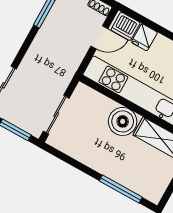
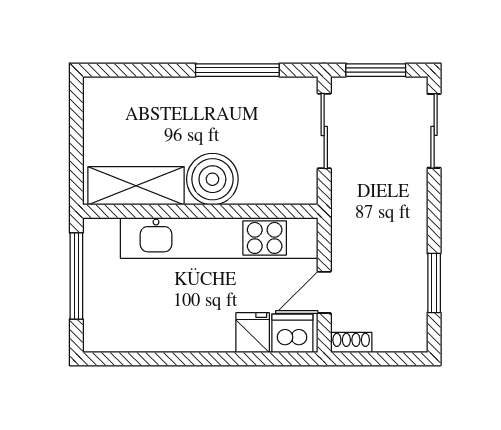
window: (121, 189) -> (237, 70), moved

